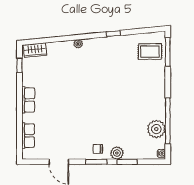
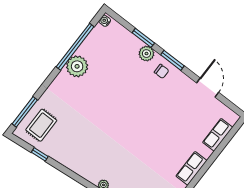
window: (113, 34) -> (40, 154), moved
rug: (150, 52) -> (41, 125), turned 90
plant: (156, 129) -> (77, 66), moved

